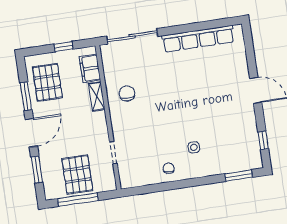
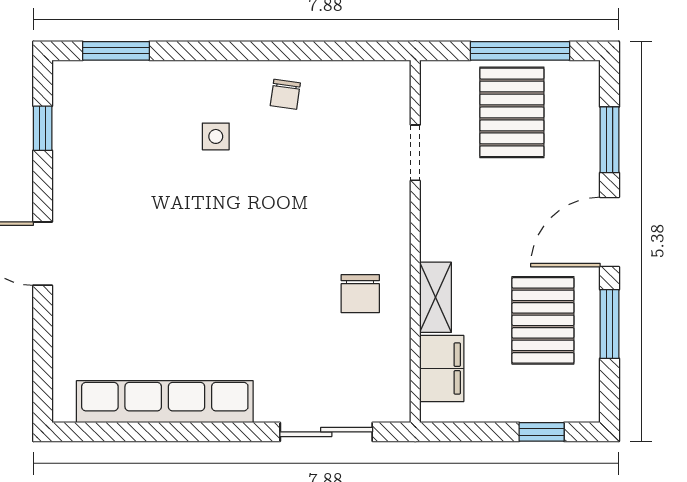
sliding door: (132, 36) -> (326, 432), width x0.73
window: (64, 47) -> (542, 432), moved
pallet: (47, 82) -> (543, 320), moved

